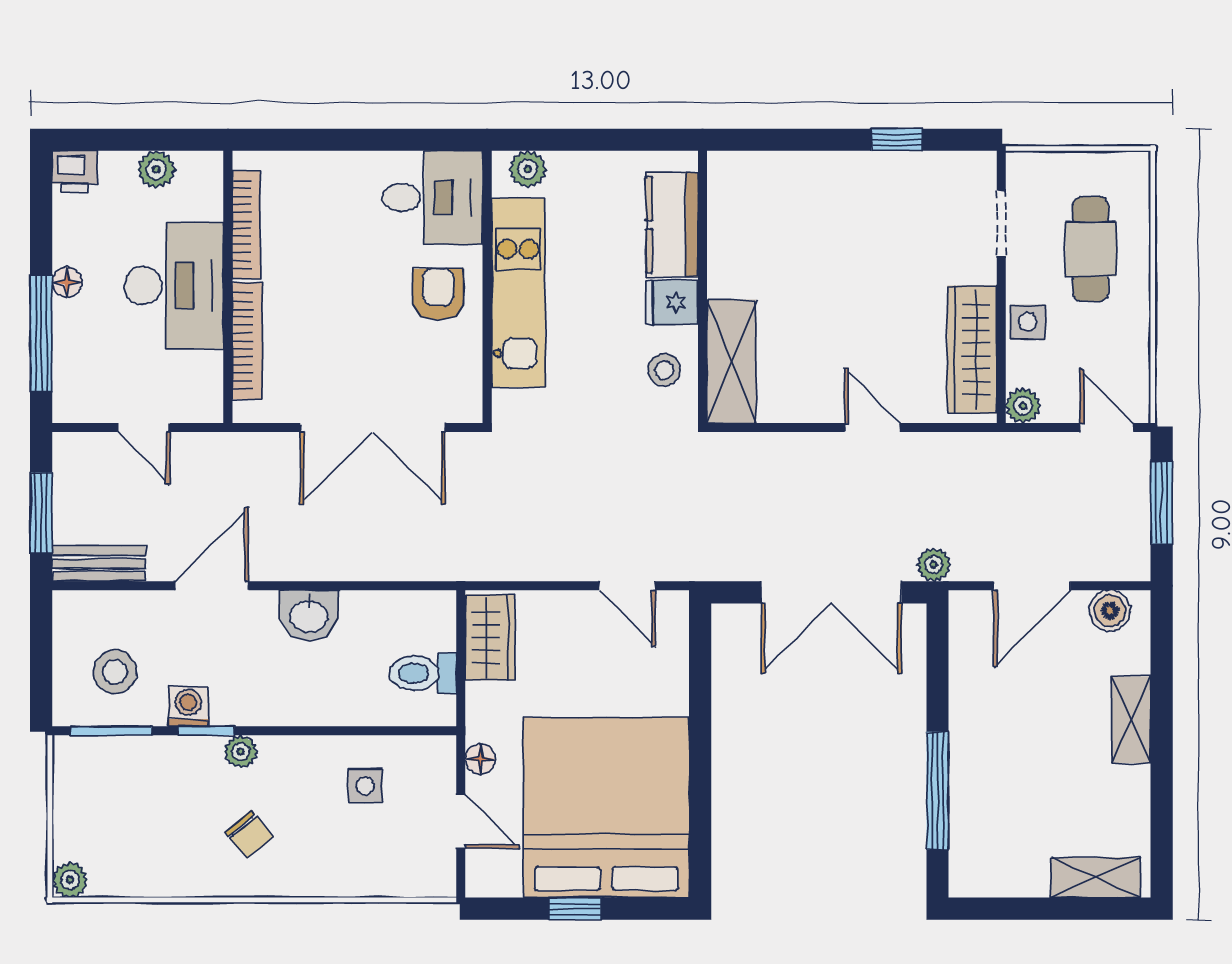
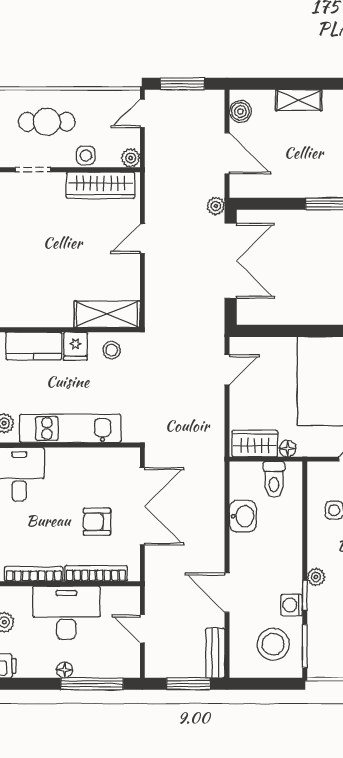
armchair: (438, 294) -> (97, 522), moved
door: (144, 428) -> (142, 629), swing flipped
washbasin: (309, 615) -> (243, 516), moved
stool: (115, 672) -> (273, 644), width x1.38, depth x1.38
floor lamp: (480, 759) -> (288, 449), moved

